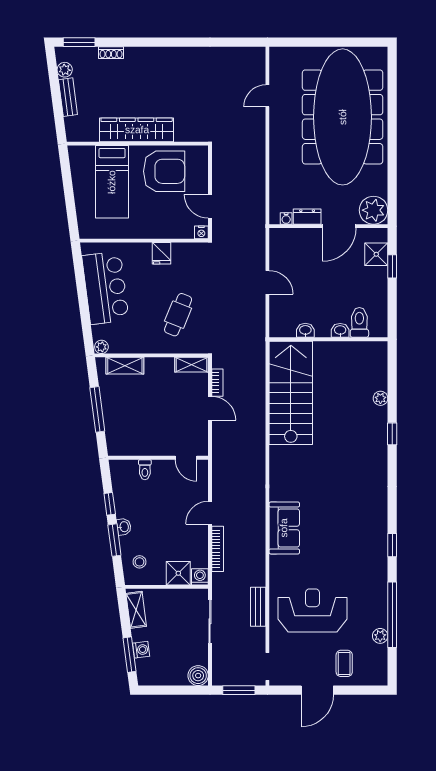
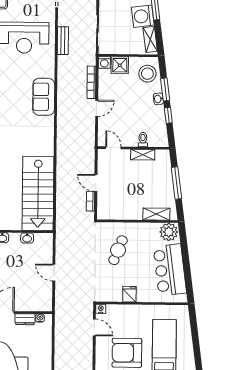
plant: (101, 347) -> (169, 232), width x1.87, depth x1.87
shelving: (191, 365) -> (143, 155), moved
stool: (140, 562) -> (147, 74), width x1.89, depth x1.89
washing machine: (141, 650) -> (143, 16), width x1.89, depth x1.89

